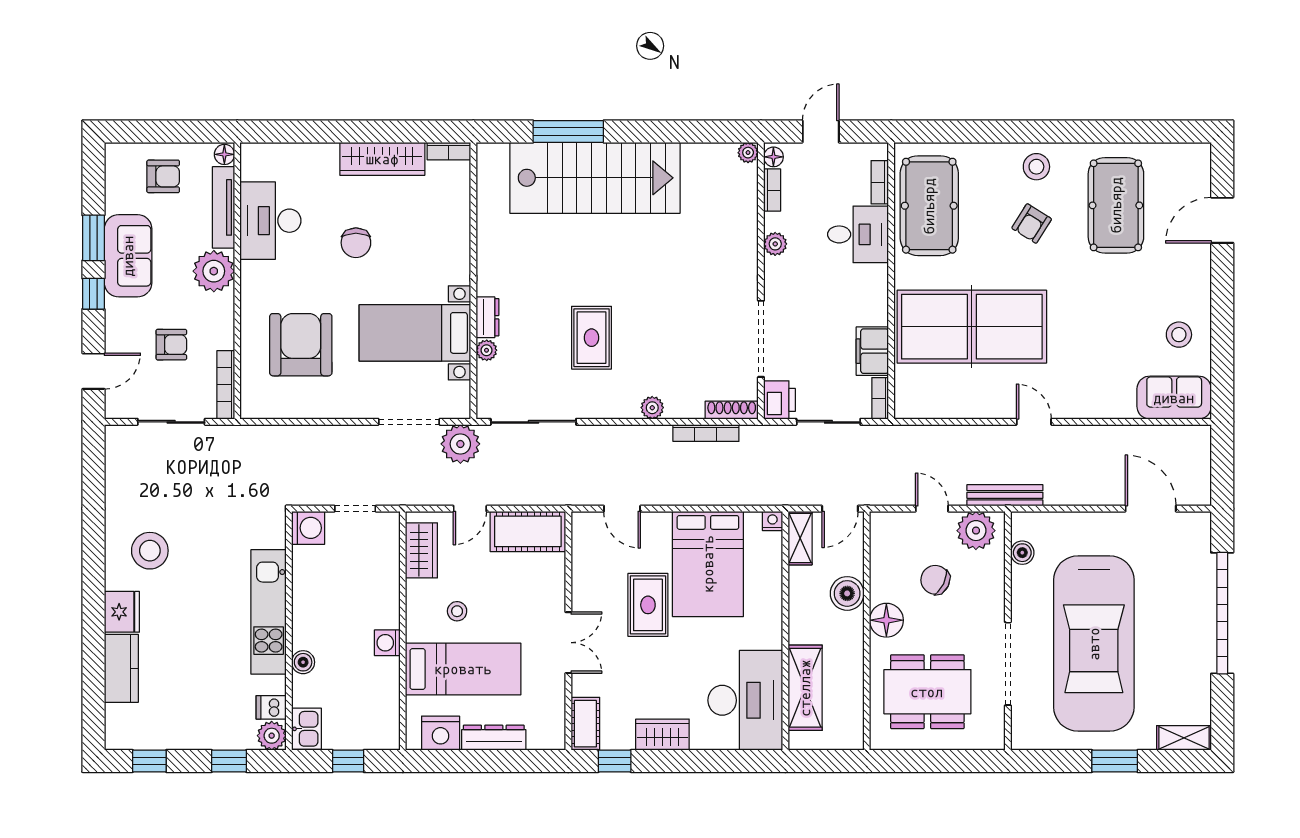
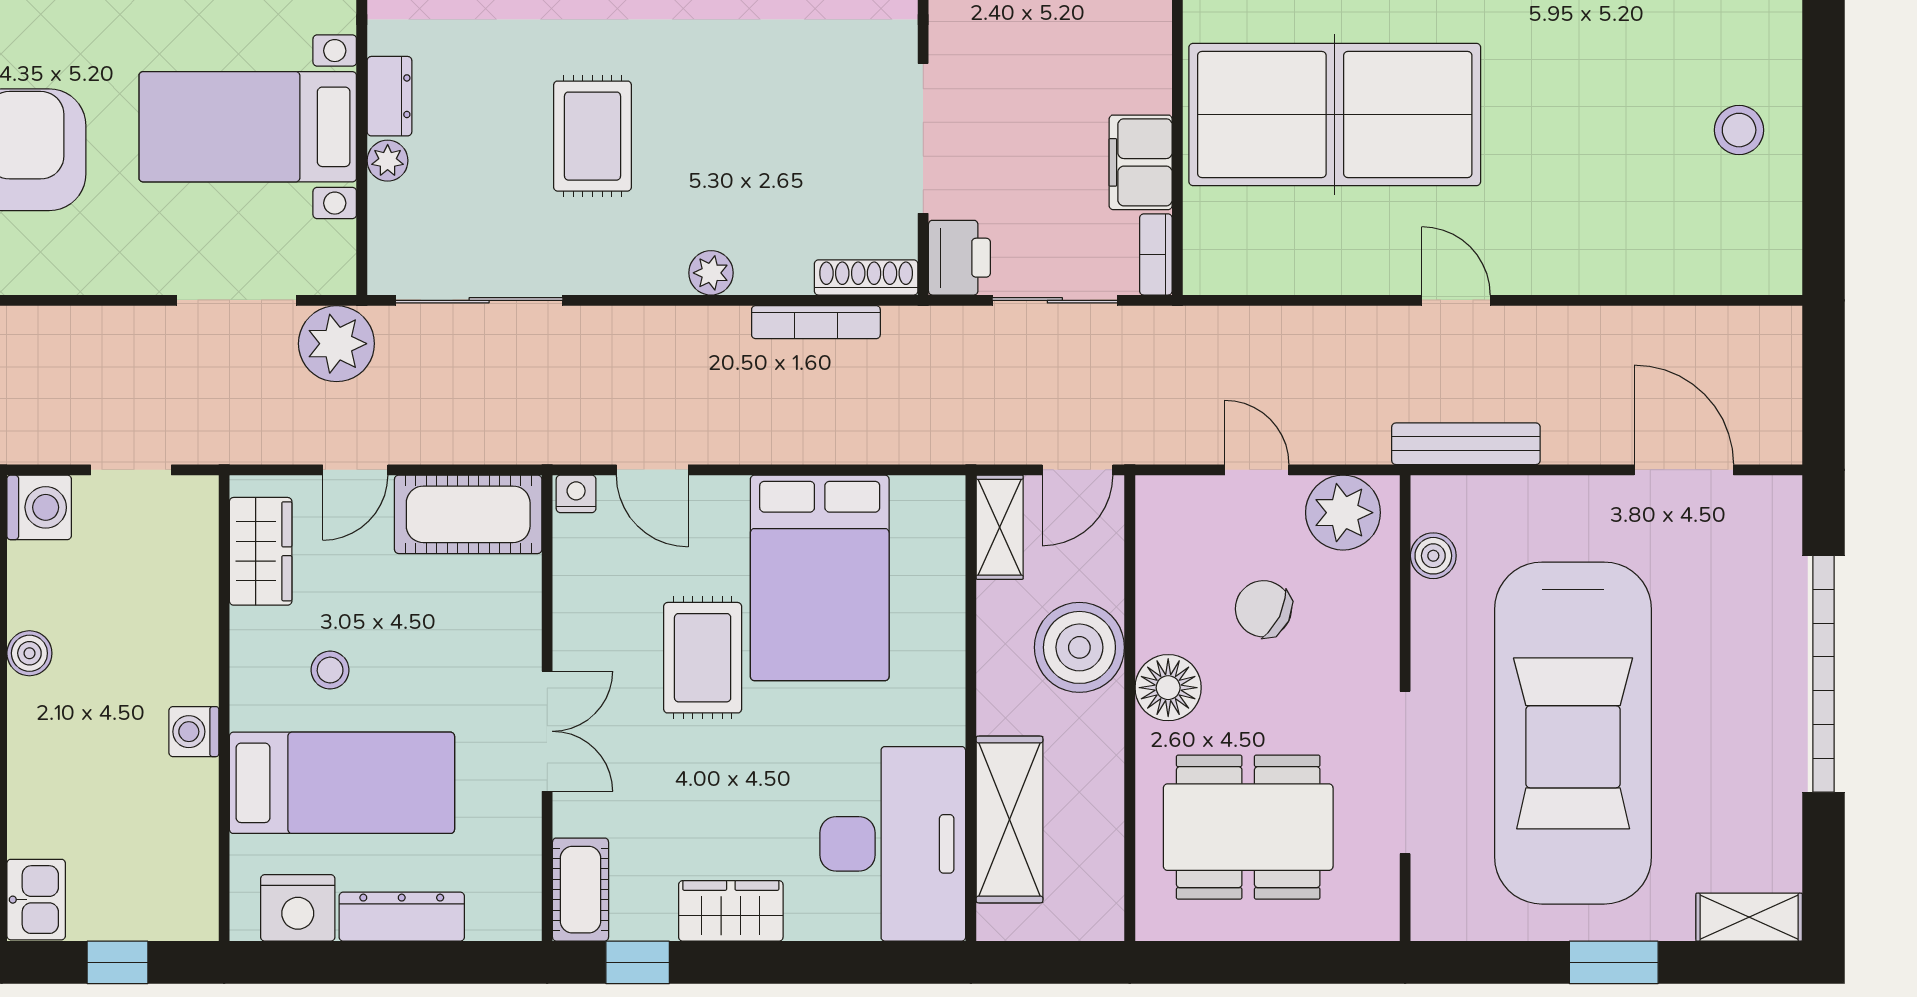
sofa: (1174, 398) -> (1730, 253), removed
bench: (1005, 495) -> (1466, 444), moved
nightstand: (772, 521) -> (576, 494), moved
boiler: (847, 593) -> (1079, 647), width x1.37, depth x1.37
boiler: (303, 662) -> (29, 653), moved

